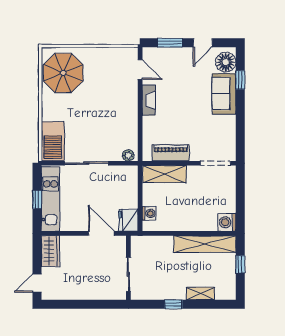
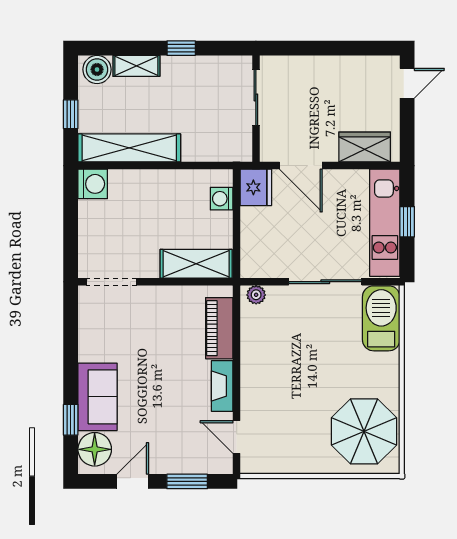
piano: (171, 153) -> (219, 328), moved, turned 90
wardrobe: (50, 251) -> (365, 147), moved, turned 90
boiler: (224, 291) -> (97, 69), added

